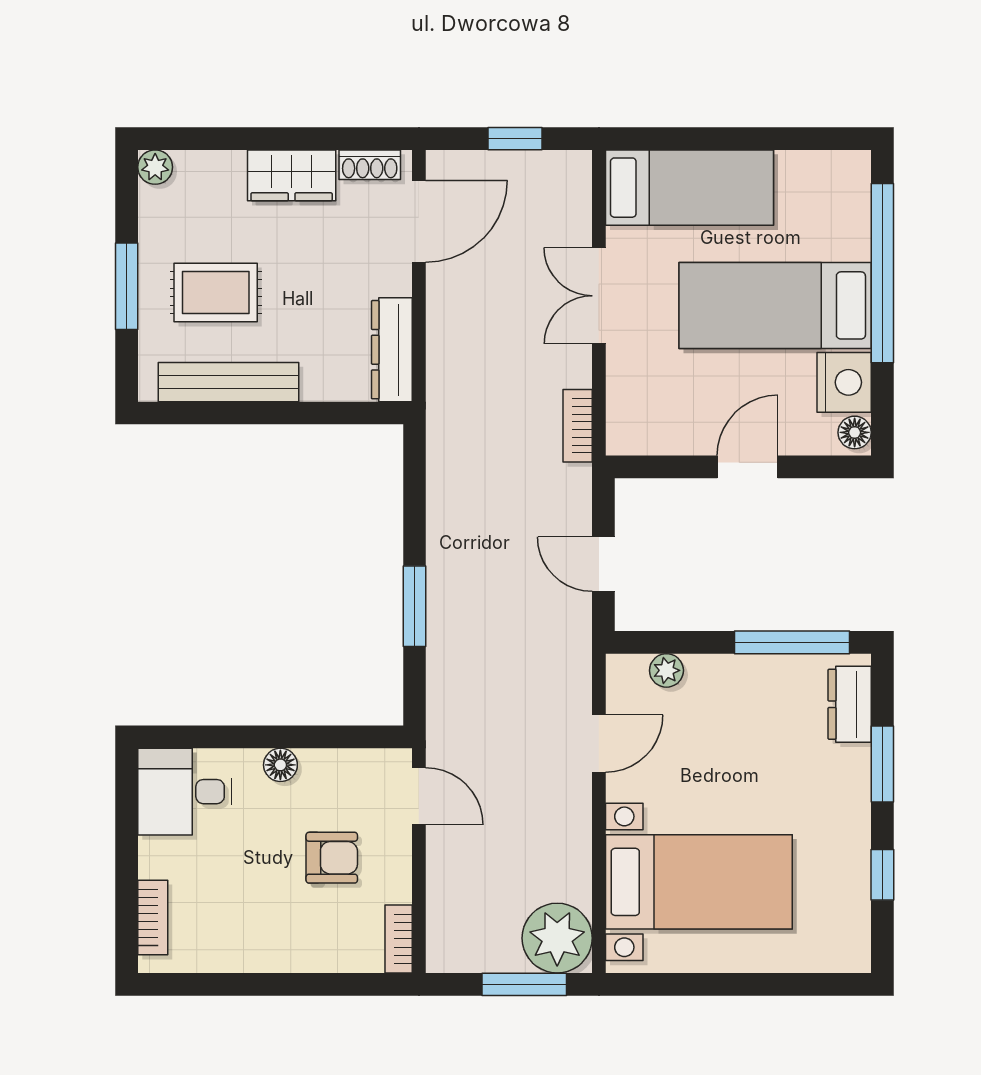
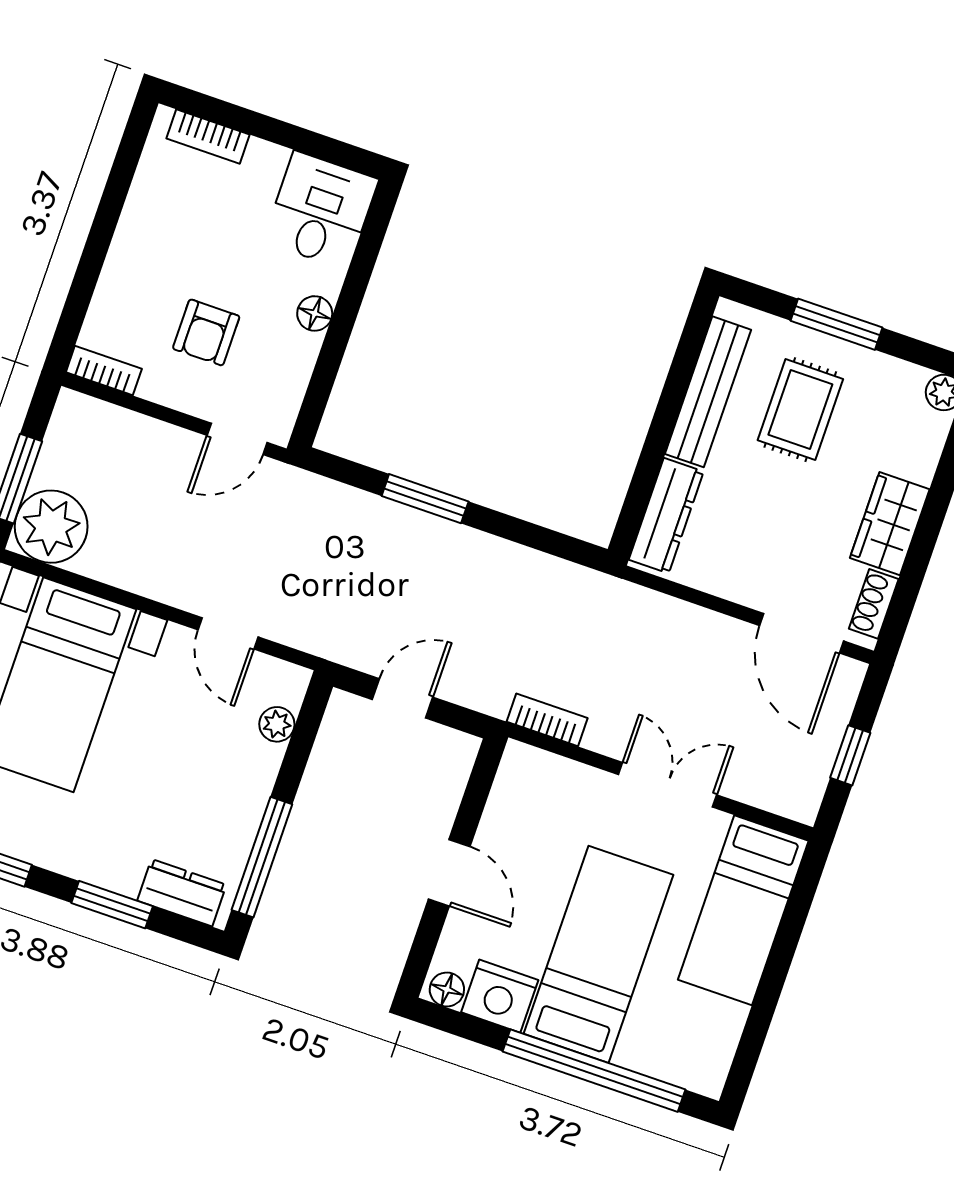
dresser: (392, 350) -> (666, 516), moved, turned 90

